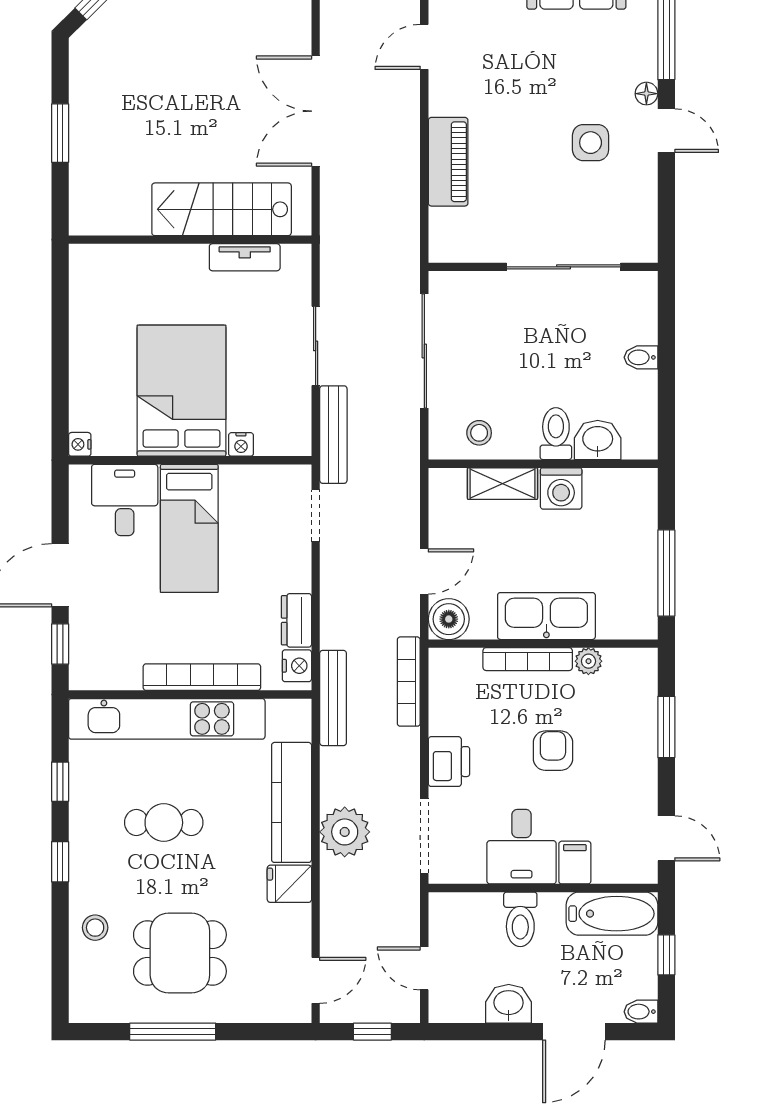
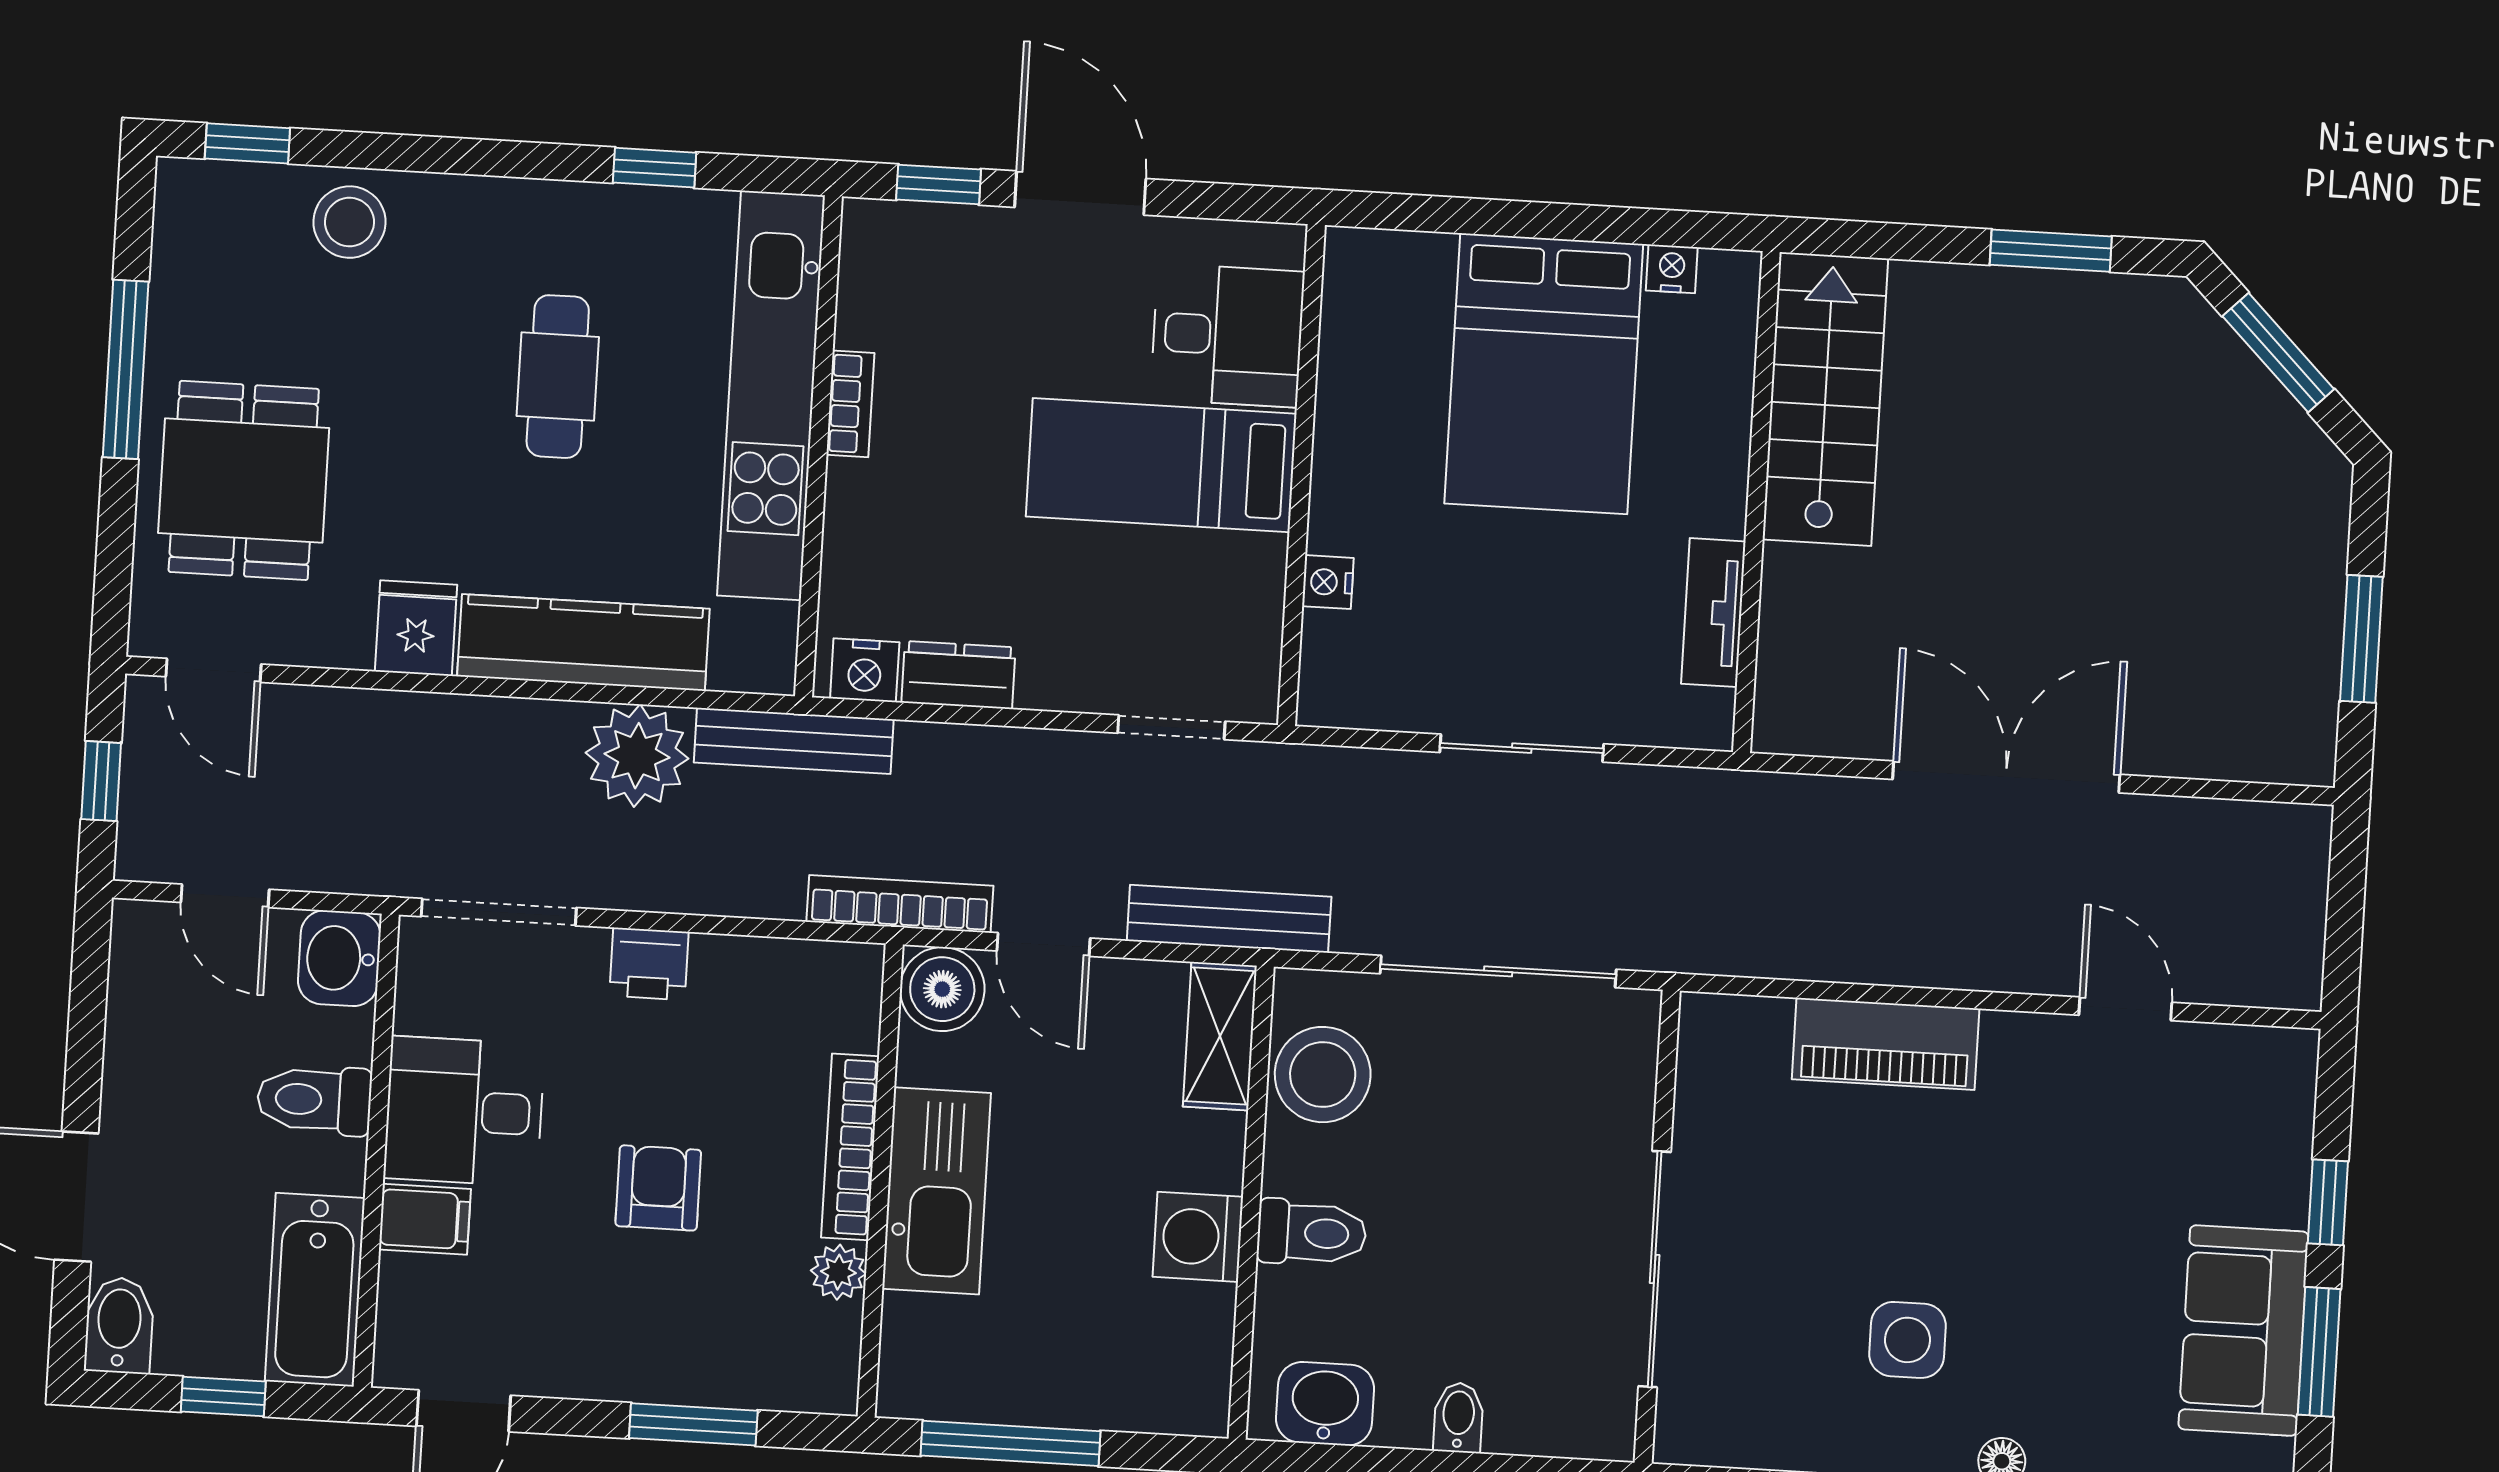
window: (60, 133) -> (2051, 251), moved
stairs: (222, 209) -> (1825, 399), moved
bed: (182, 391) -> (1544, 374), moved, turned 90
stool: (479, 433) -> (1323, 1075), width x1.89, depth x1.89
bench: (333, 435) -> (1229, 919), moved
washbasin: (598, 440) -> (1325, 1404), moved, turned -90
nightstand: (80, 444) -> (1672, 269), moved
shelving: (503, 484) -> (1220, 1036), moved
bookcase: (202, 677) -> (850, 404), width x0.43, depth x0.76
bookcase: (409, 682) -> (900, 904), moved
armchair: (553, 751) -> (658, 1188), turned -90
printer: (449, 762) -> (649, 964), width x0.73, depth x0.81
plant: (345, 832) -> (637, 756), moved
window: (60, 862) -> (247, 143), moved
stool: (95, 928) -> (349, 222), width x1.37, depth x1.37
dining table: (180, 953) -> (244, 480), moved
door: (424, 968) -> (225, 896), swing flipped
washbasin: (509, 1004) -> (339, 958), moved, turned 180
bidet: (641, 1012) -> (119, 1325), width x1.38, depth x1.36

